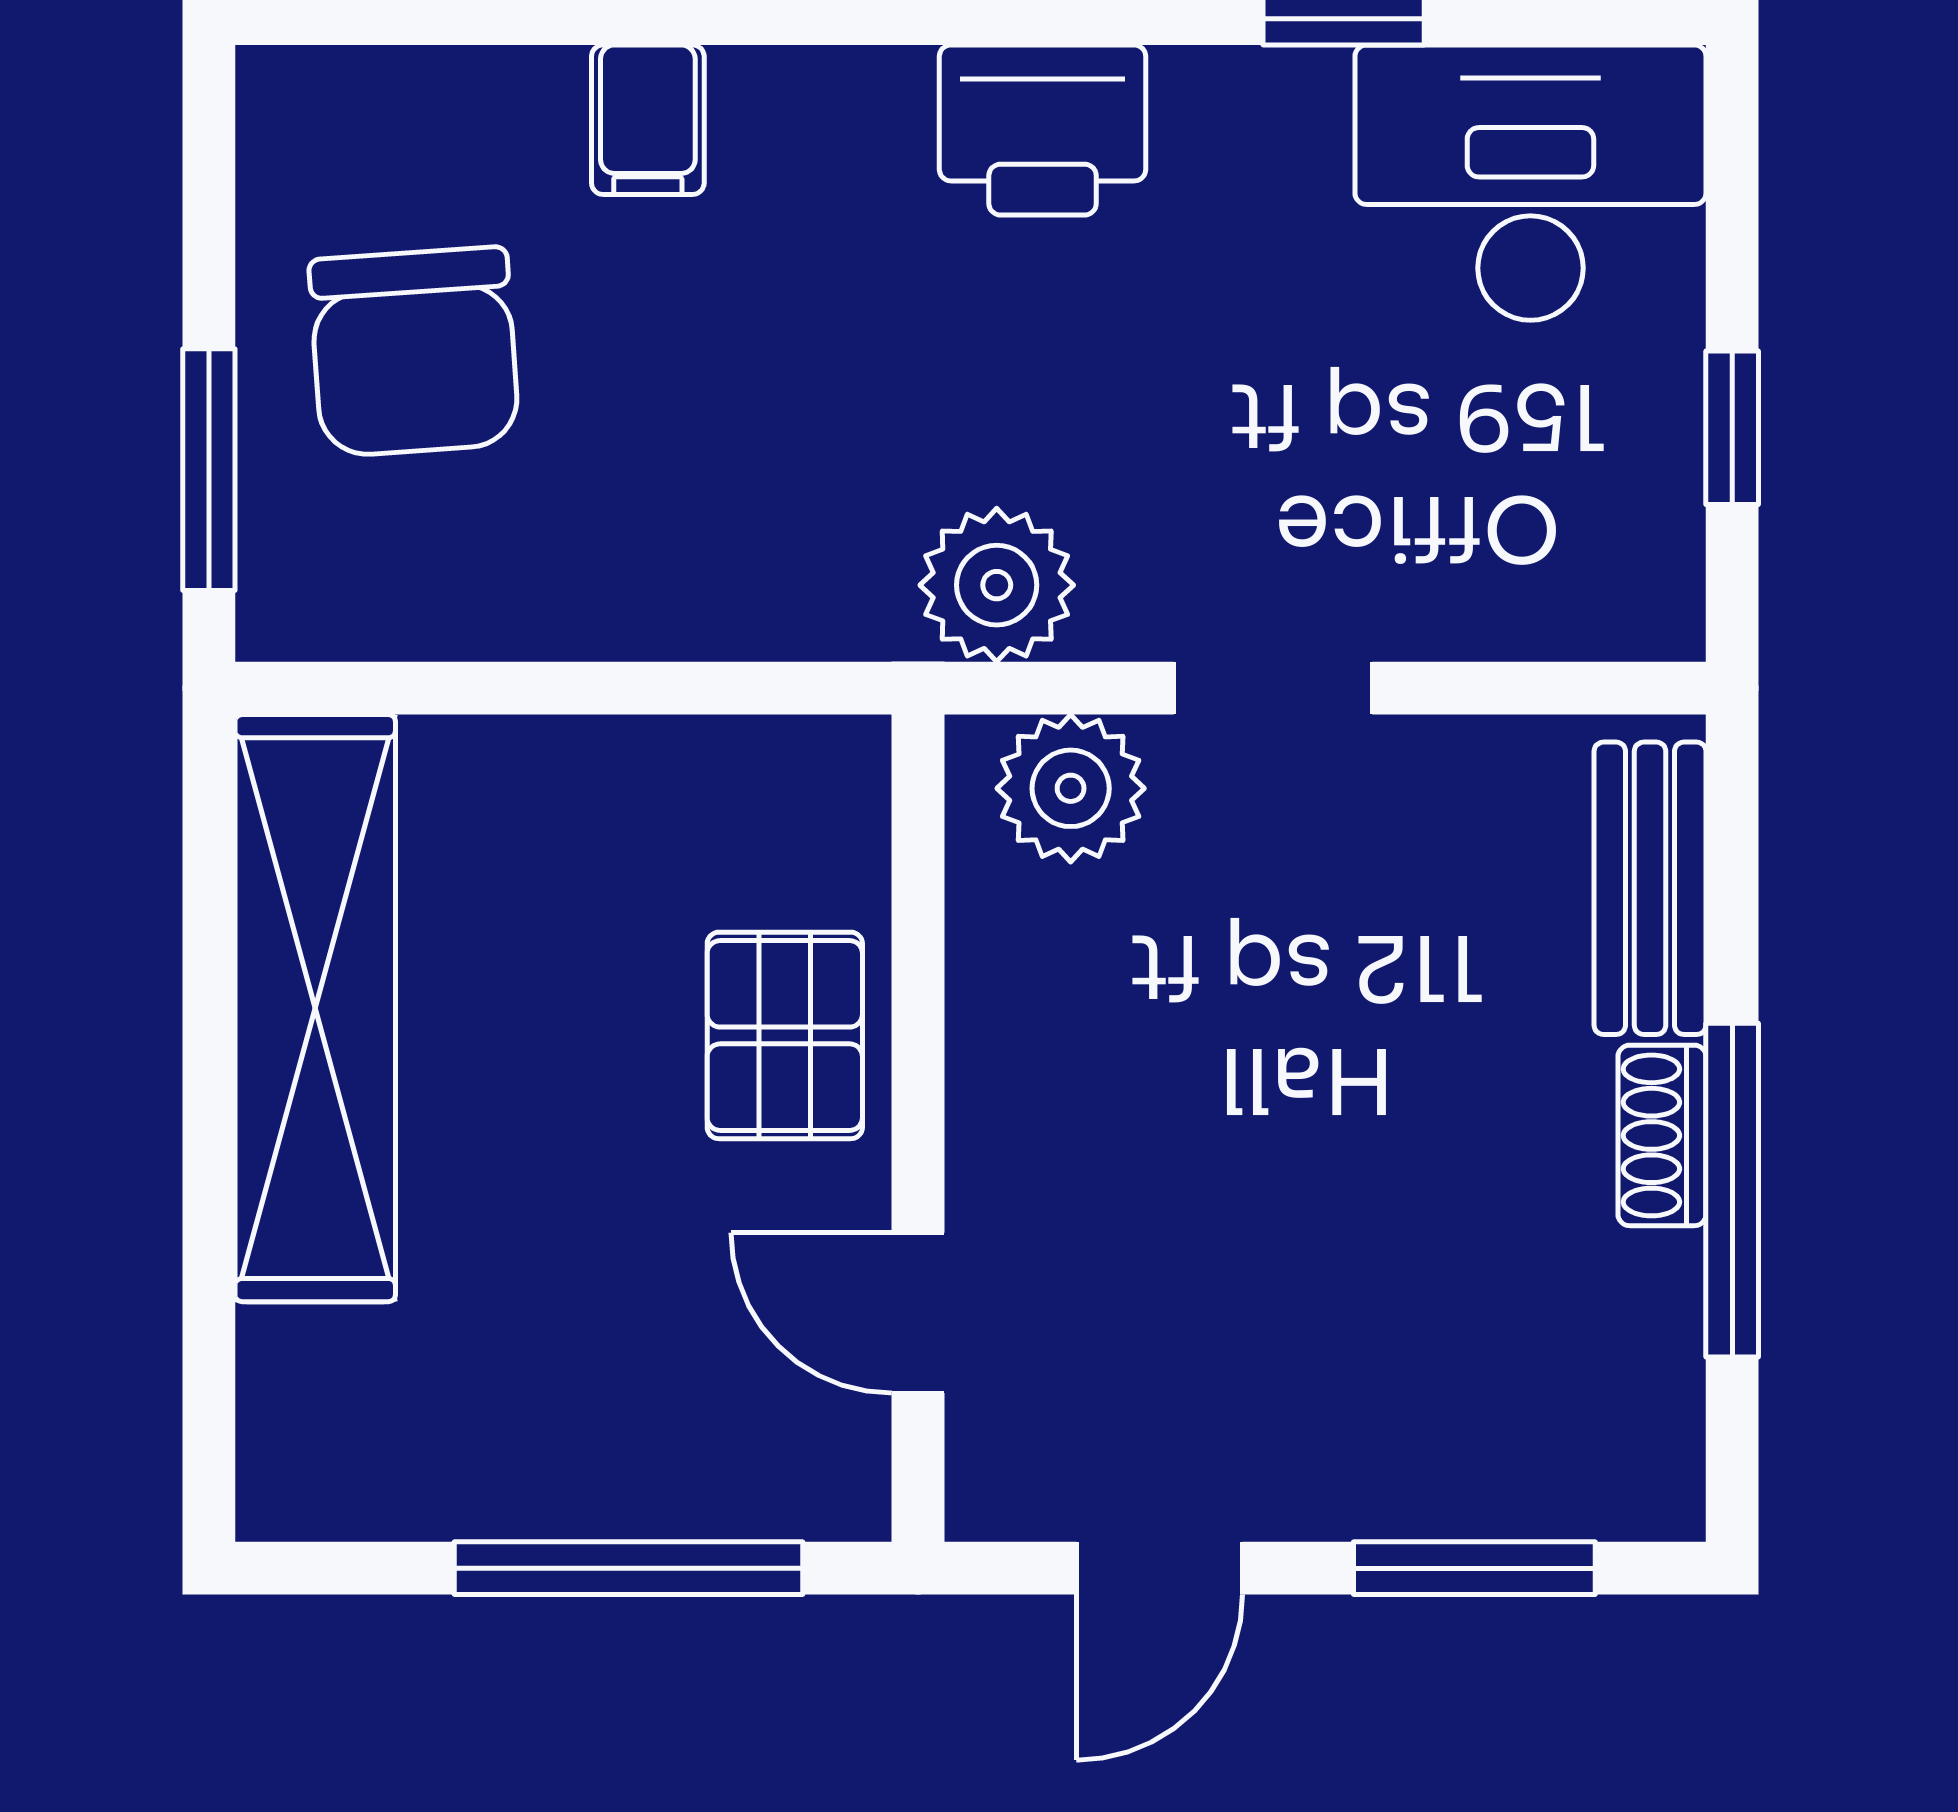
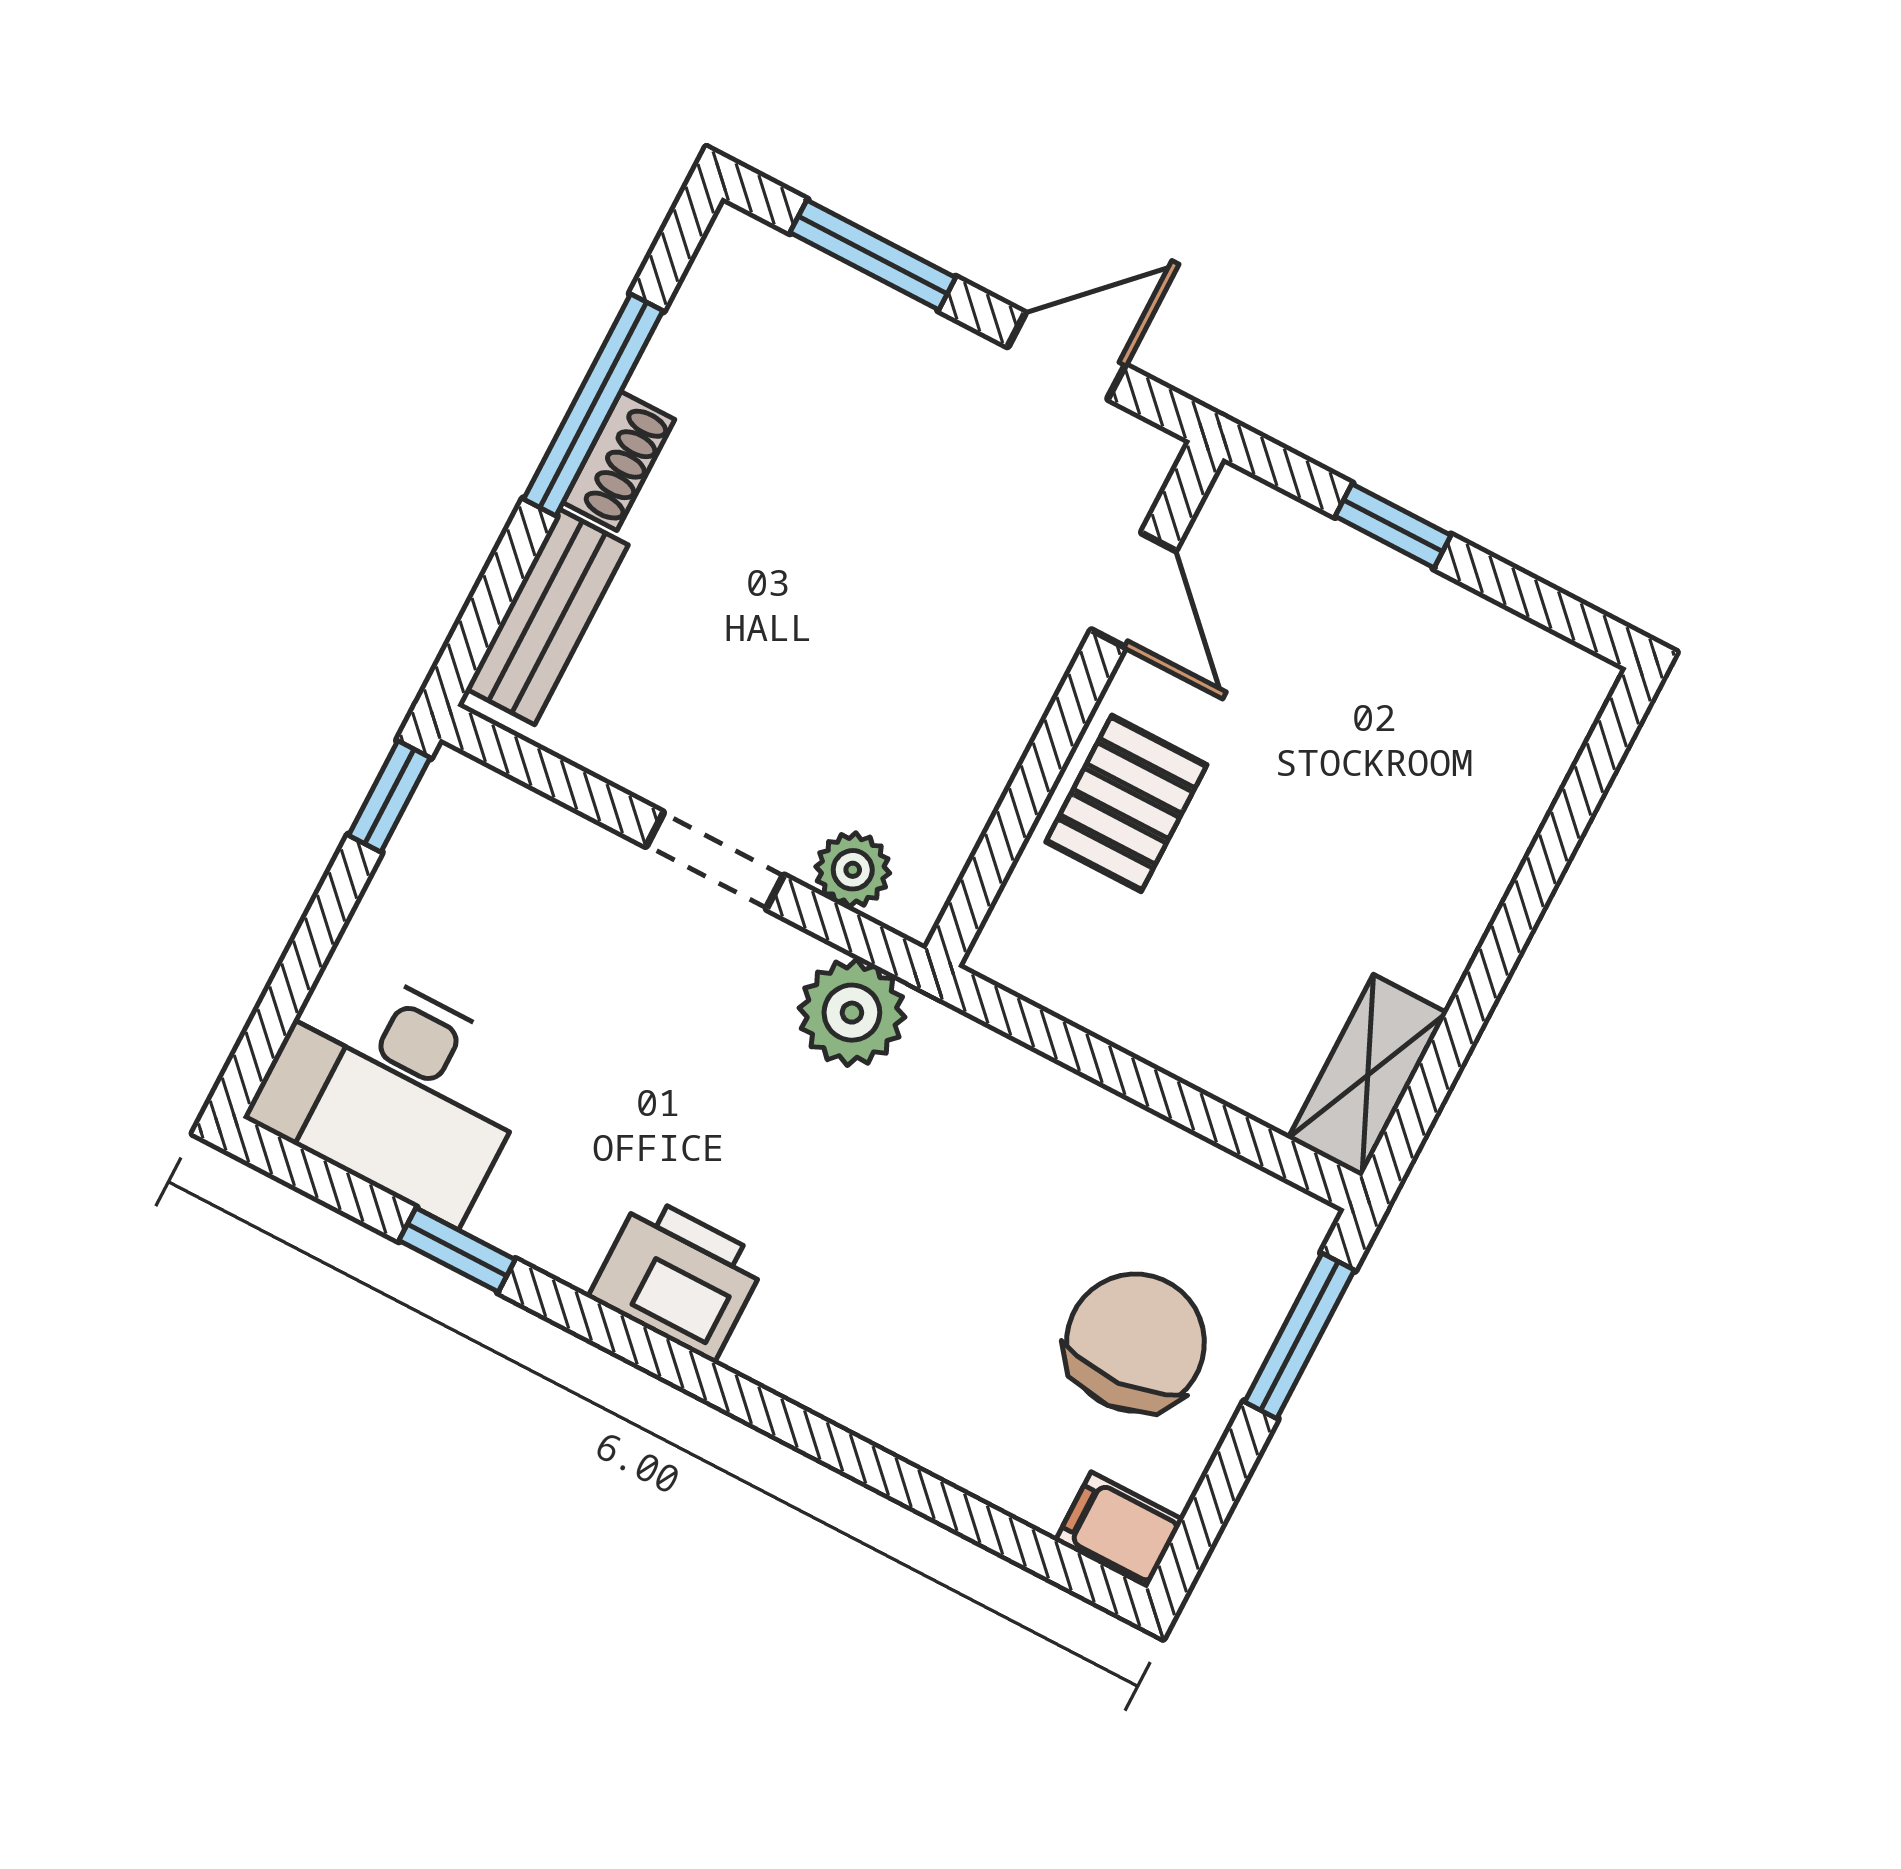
filing cabinet: (648, 120) -> (1119, 1530), moved, turned -90
window: (1732, 428) -> (389, 796), moved
plant: (1071, 788) -> (853, 870), width x0.73, depth x0.73
shelving: (315, 1008) -> (1368, 1076), width x0.45, depth x0.75
window: (629, 1568) -> (1393, 526), width x0.46

